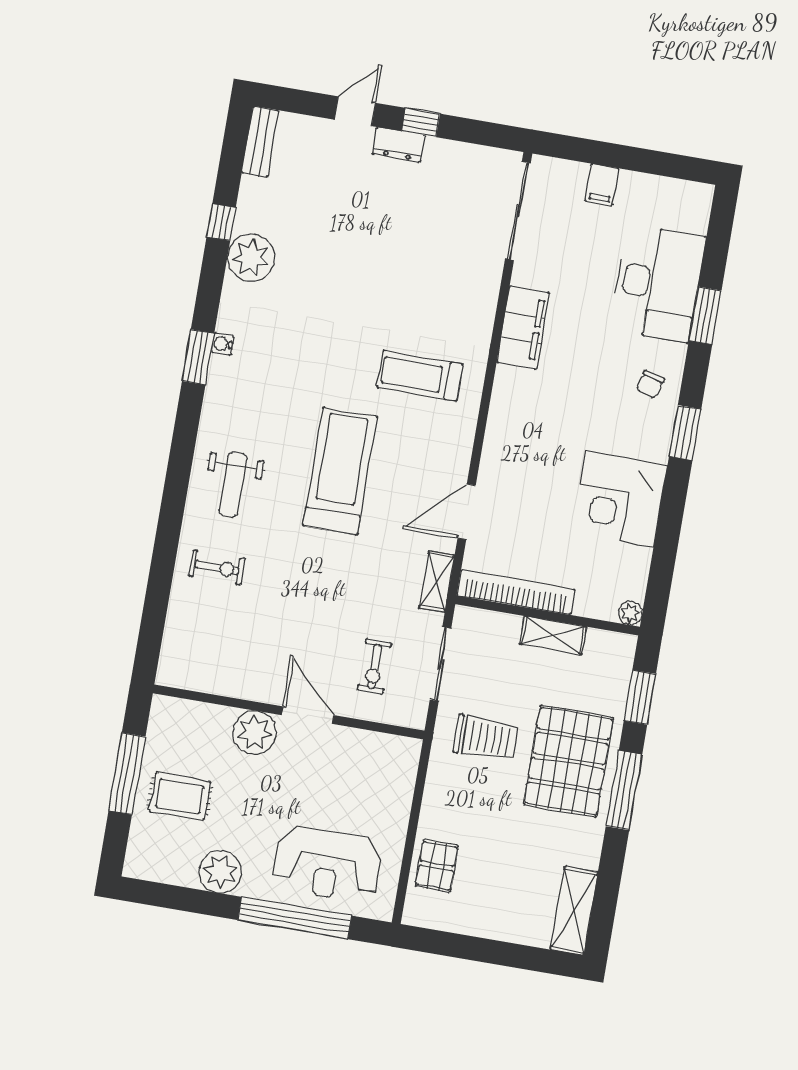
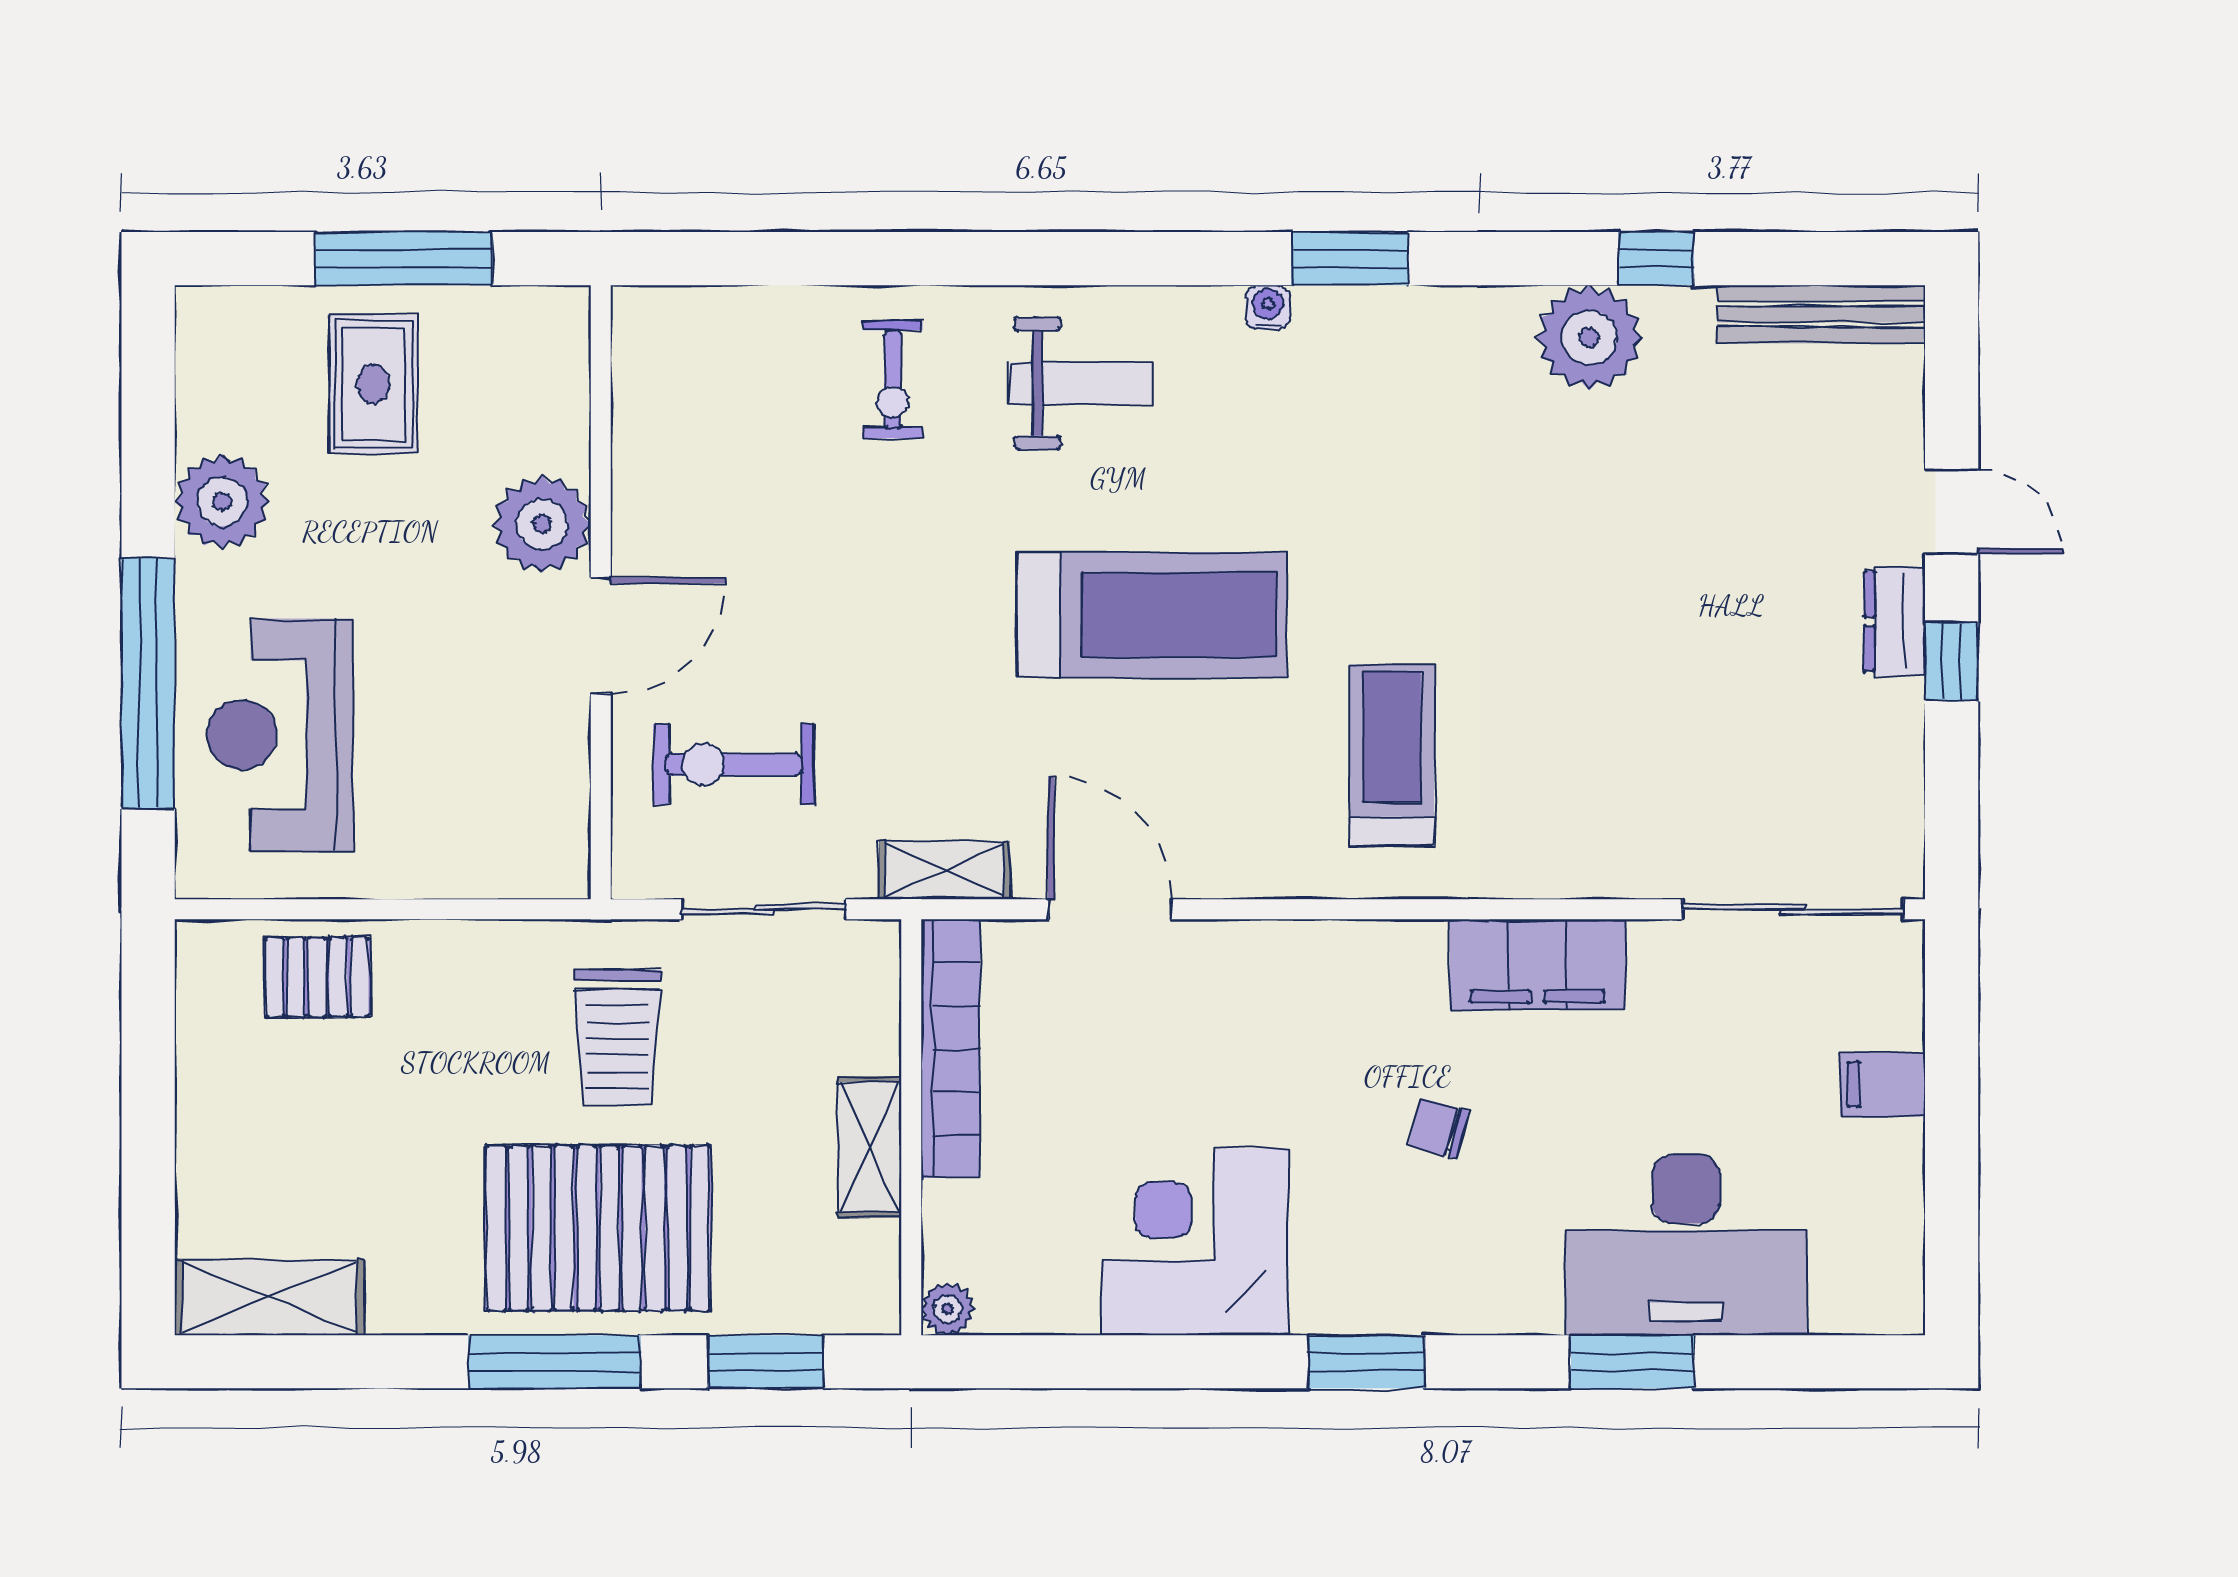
bench: (260, 142) -> (1821, 314), width x1.36
water cooler: (222, 344) -> (1268, 307), moved
chair: (650, 384) -> (1438, 1128), moved
weight bench: (233, 485) -> (1081, 383), turned 180
exercise bike: (374, 666) -> (734, 764), width x1.38, depth x1.39

